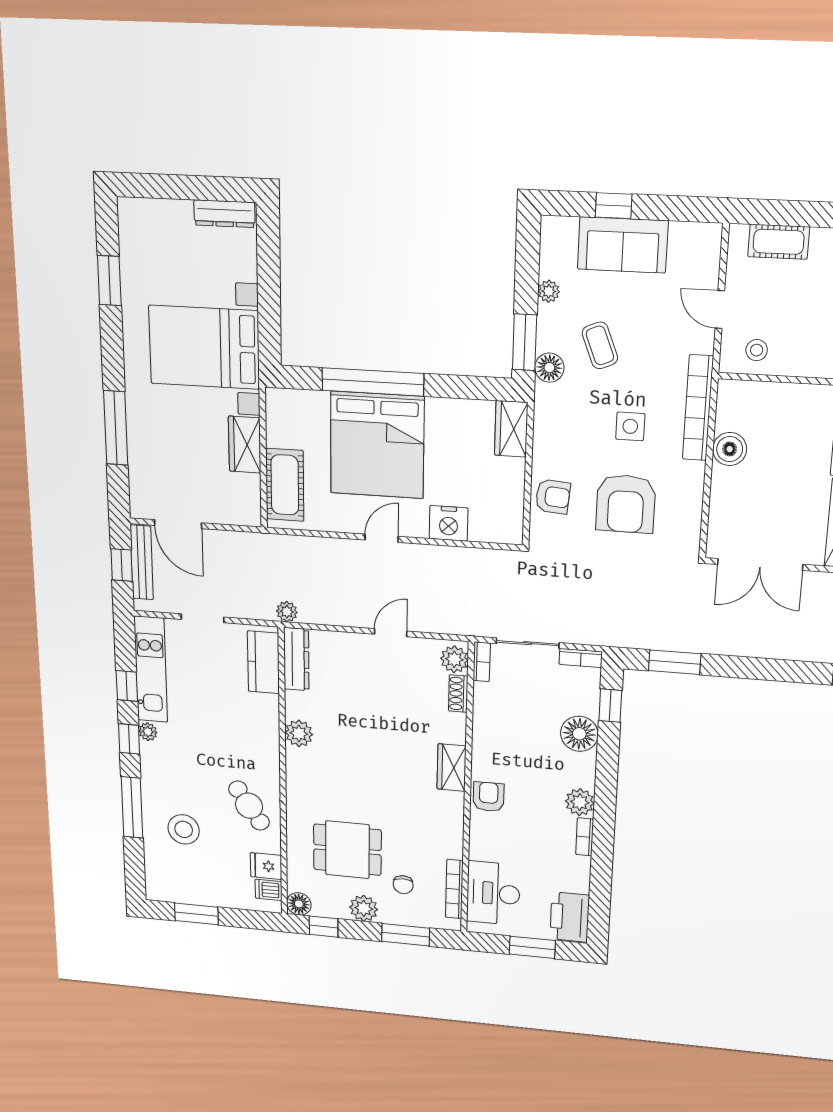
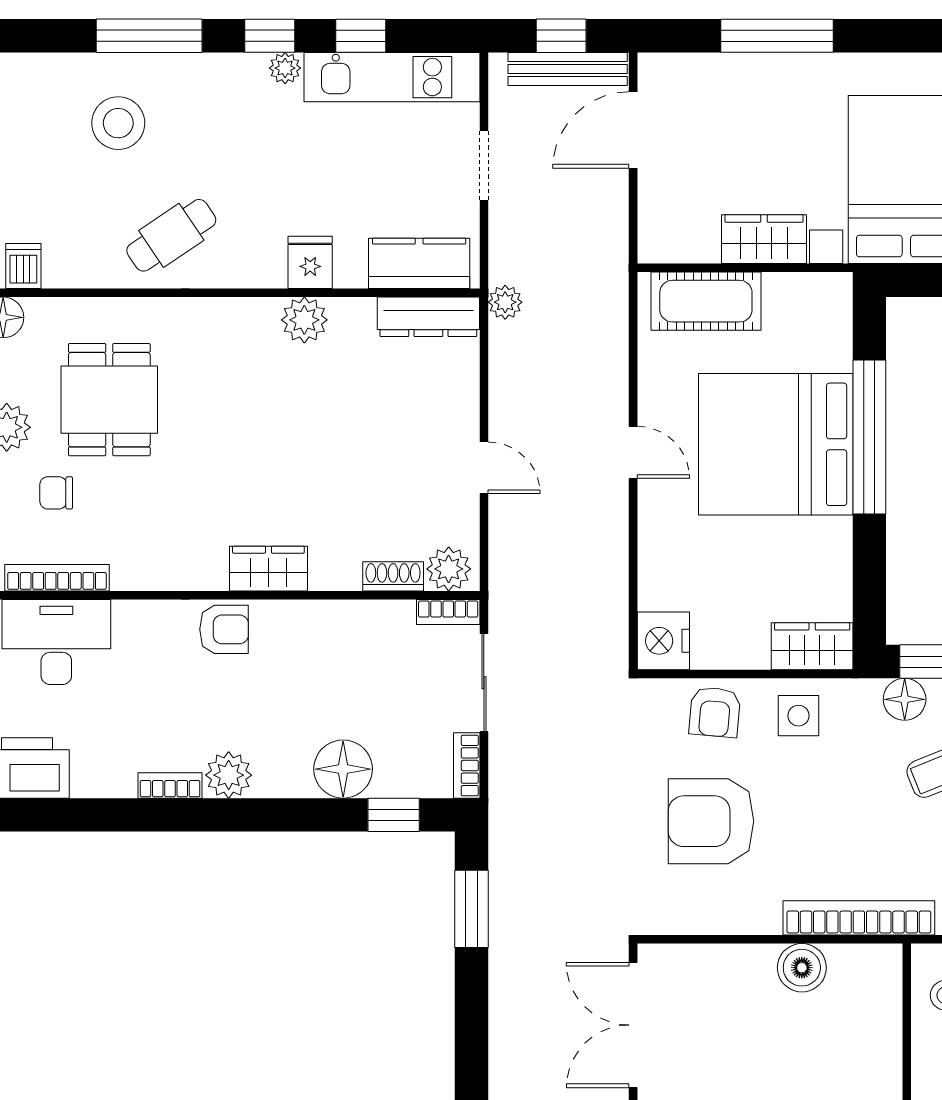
side table: (630, 426) -> (798, 716), moved
nightstand: (449, 523) -> (663, 641), moved
fridge: (266, 866) -> (310, 262), moved

